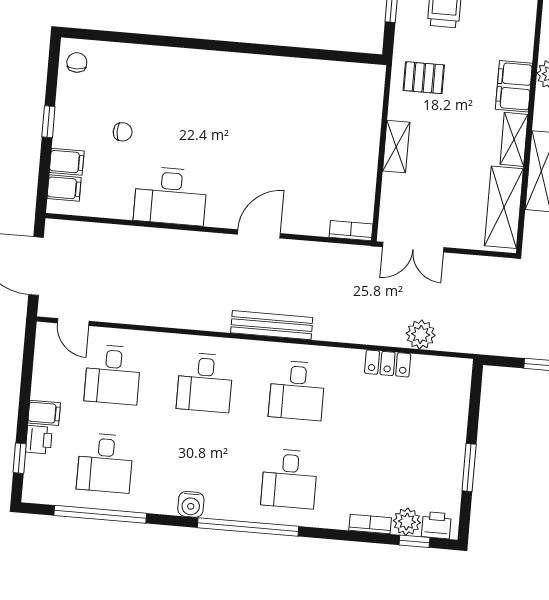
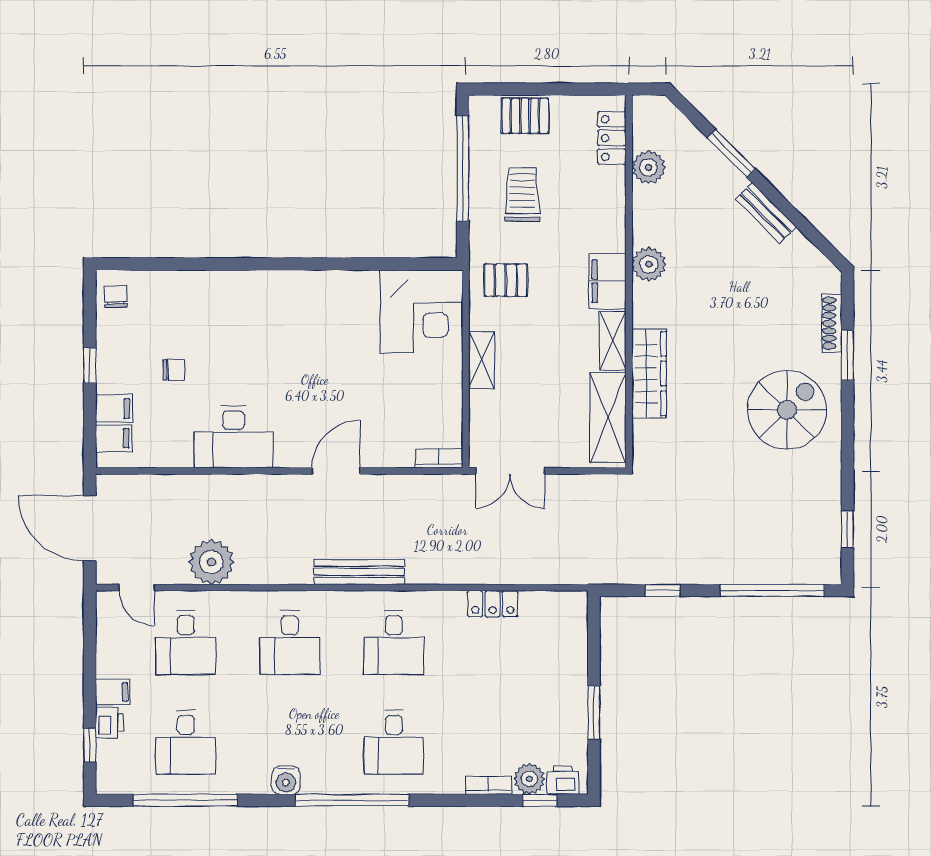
corner desk: (347, 99) -> (421, 311), added
plant: (421, 334) -> (211, 562), moved, width x1.36, depth x1.36

